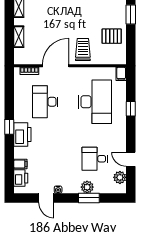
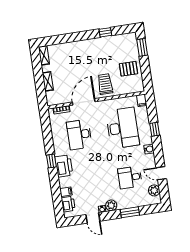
water cooler: (121, 130) -> (149, 149), added
plant: (87, 187) -> (111, 205), moved

